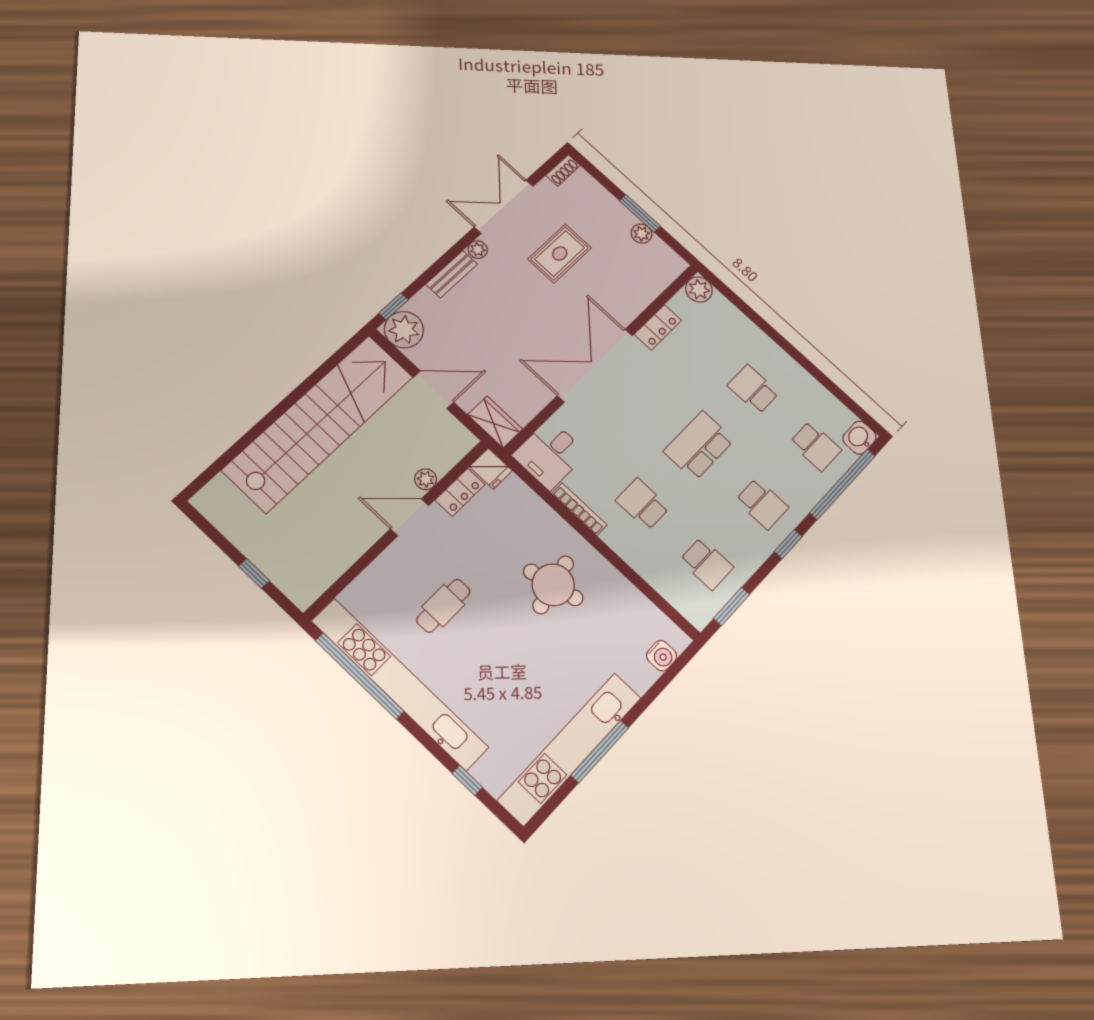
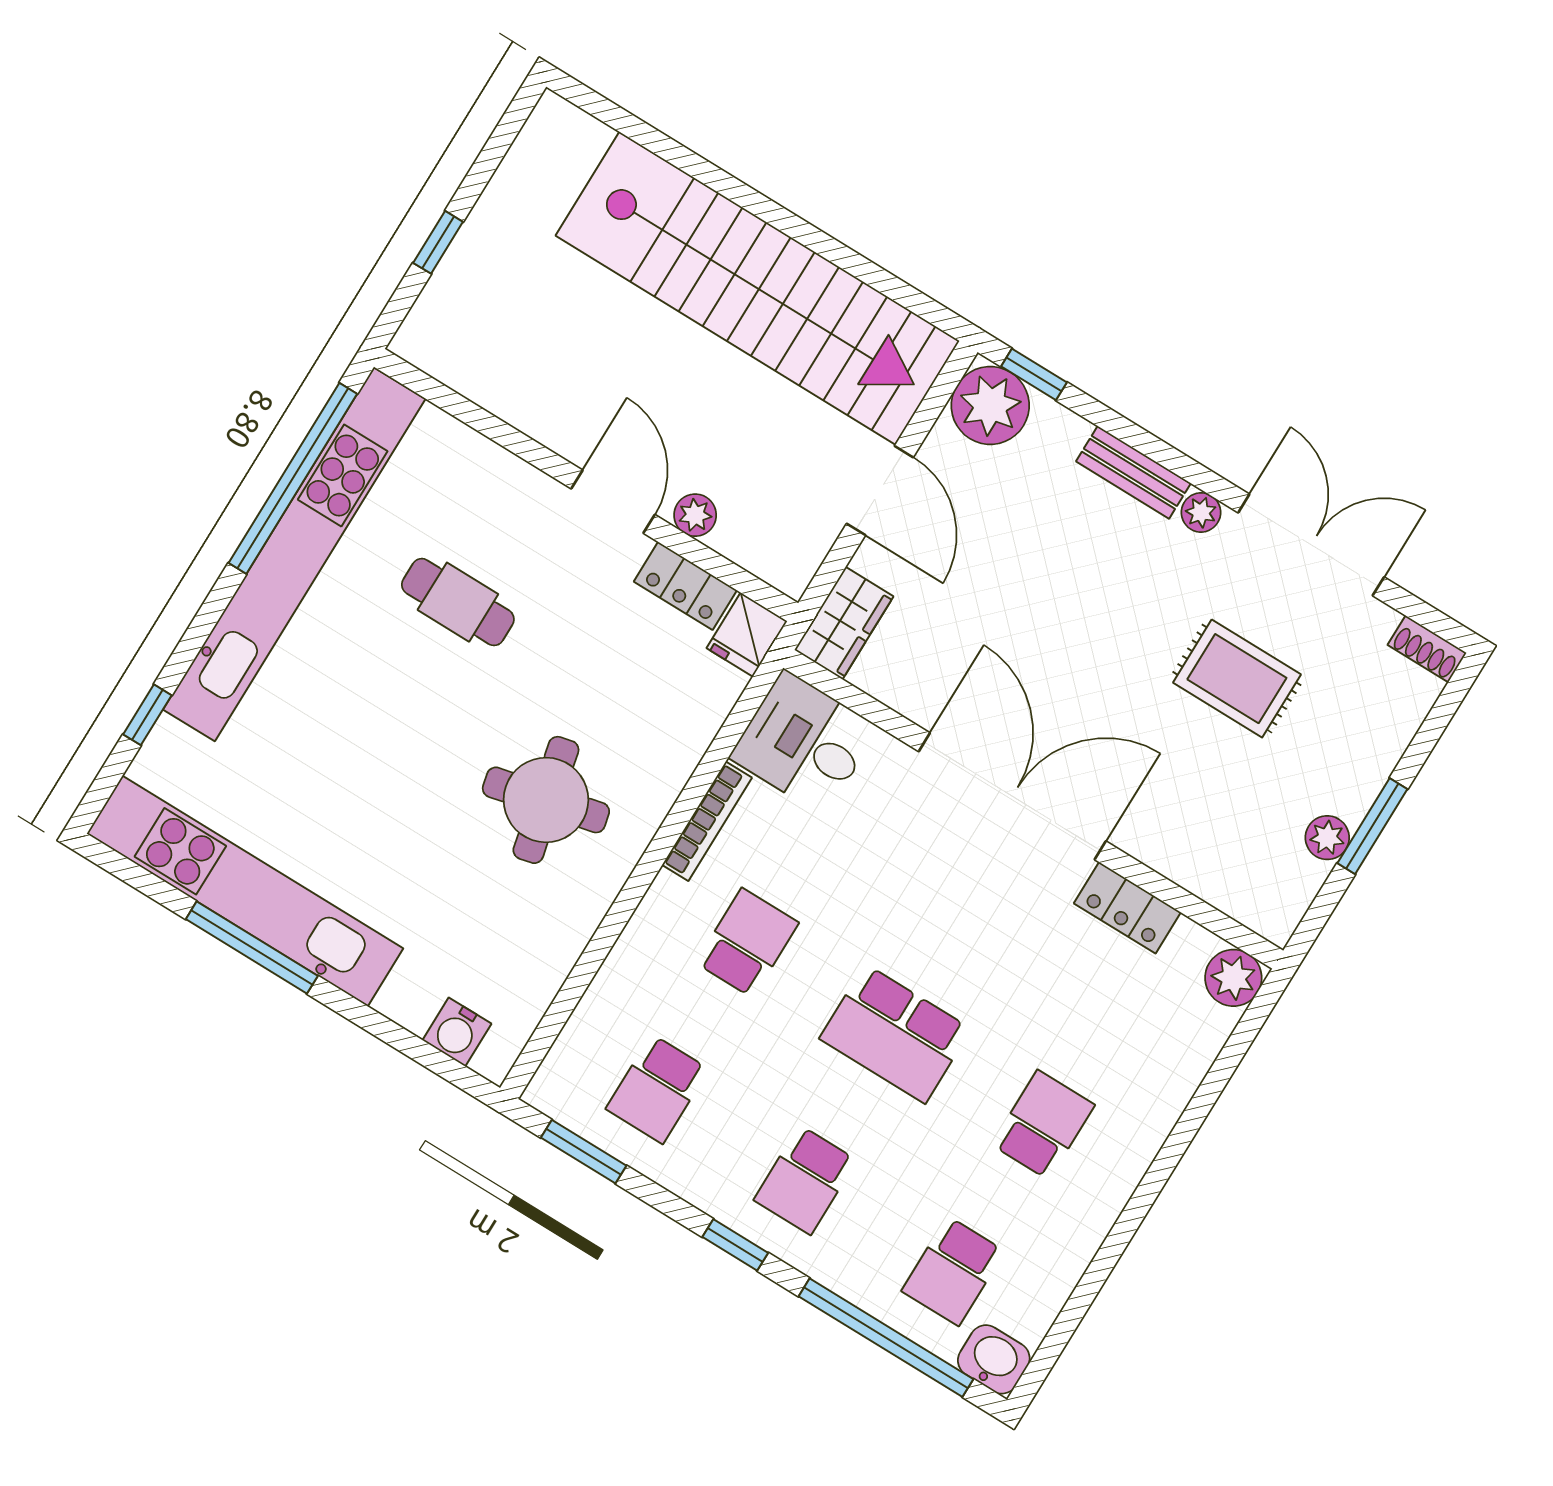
school desk: (699, 446) -> (895, 1034), turned 180

